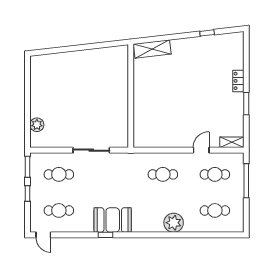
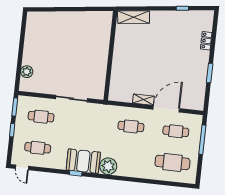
locker: (238, 81) -> (206, 41), moved
shelving: (232, 142) -> (143, 100), moved
door: (201, 150) -> (166, 109), width x1.88
cafe table: (215, 210) -> (172, 162), width x1.37, depth x1.35
plant: (174, 223) -> (108, 166), moved

